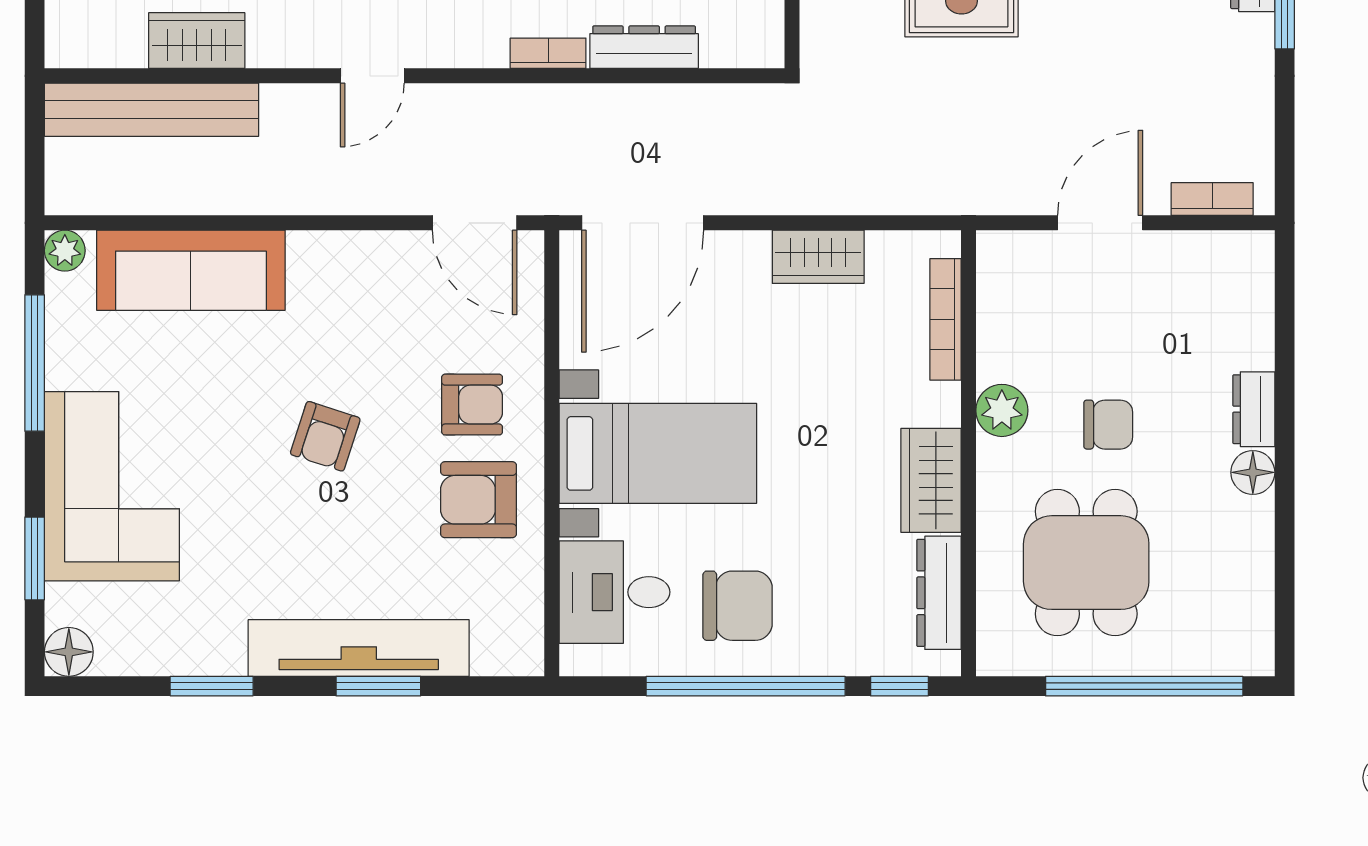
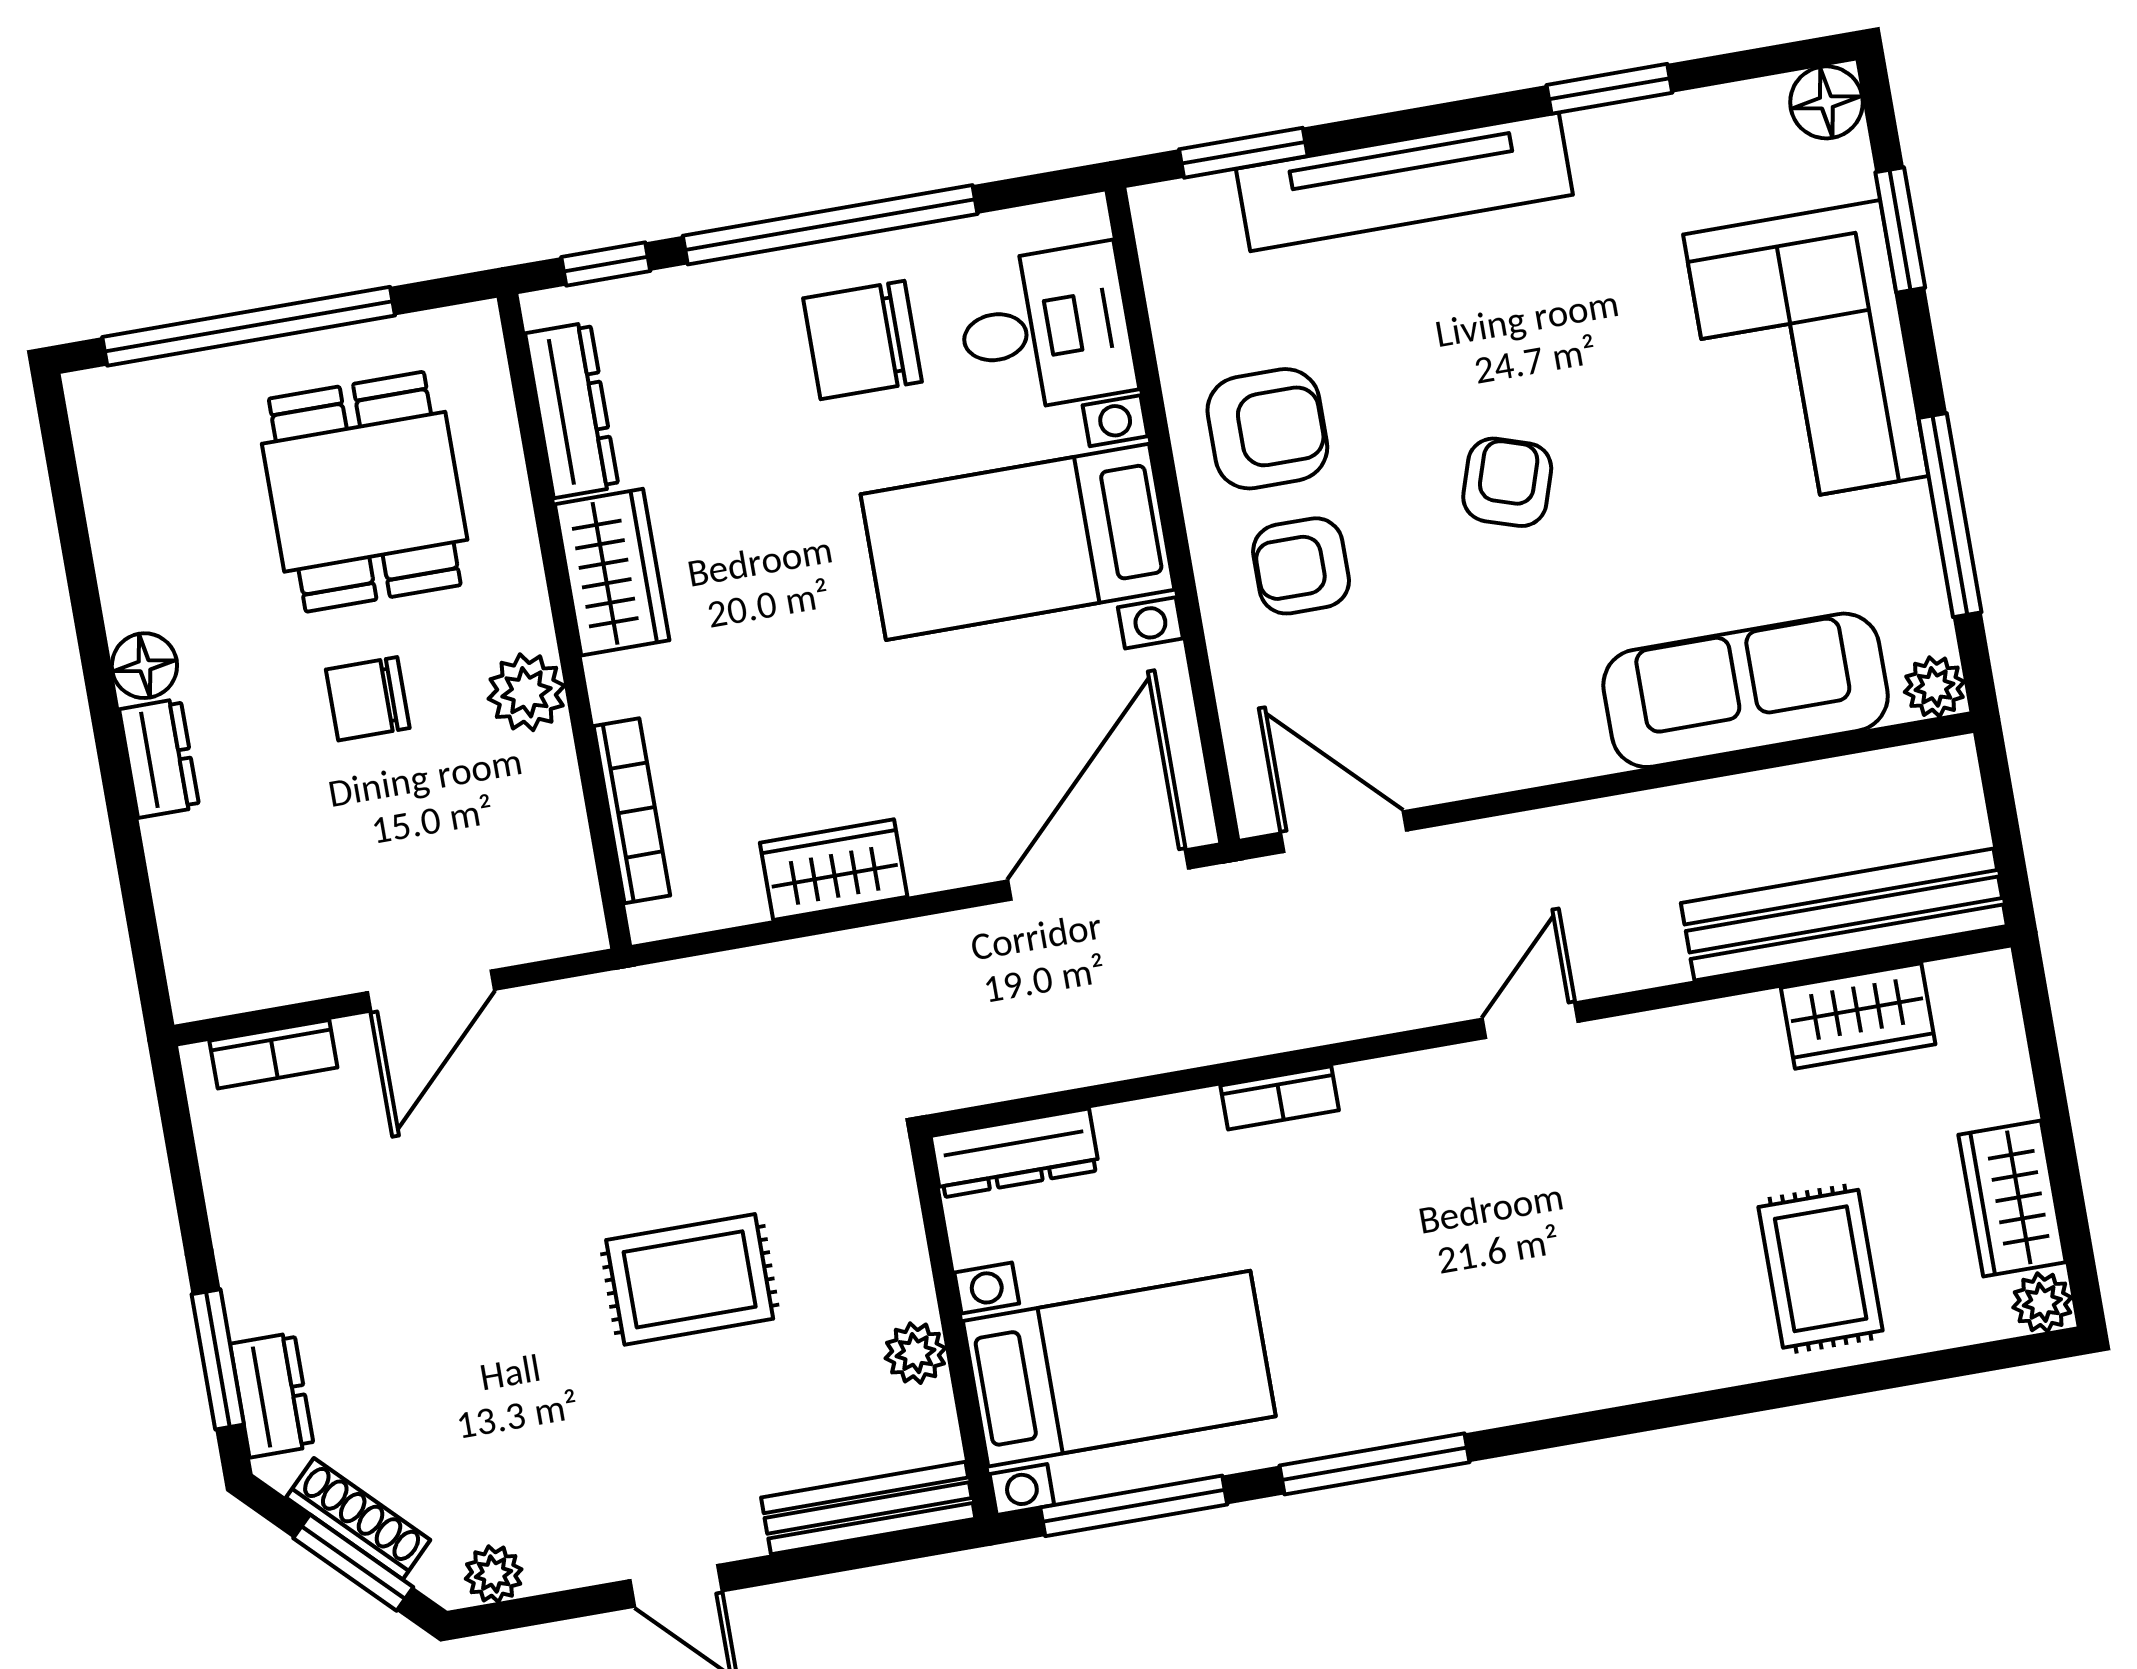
wardrobe: (197, 41) -> (1858, 1016), moved
dresser: (644, 47) -> (1015, 1153), moved
window: (378, 686) -> (1243, 153), moved

